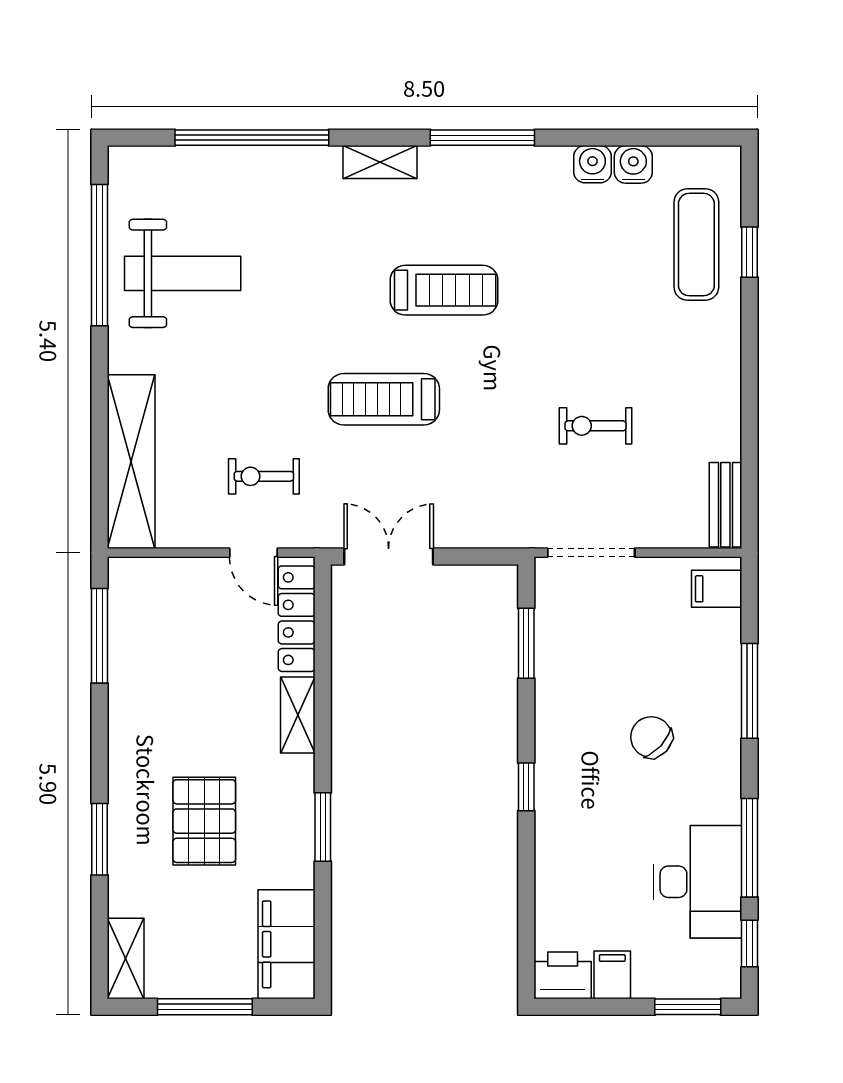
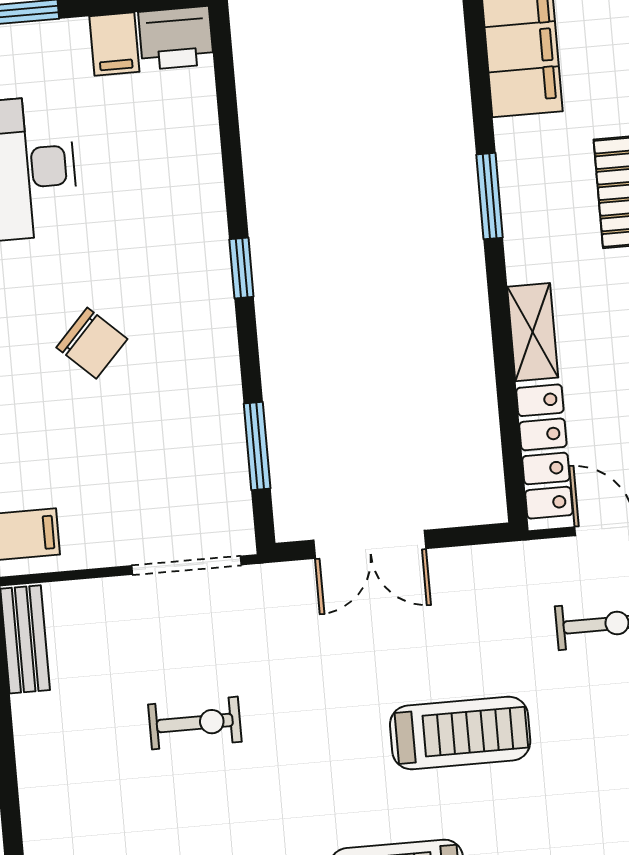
double door: (389, 557) -> (370, 544), moved

